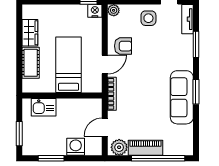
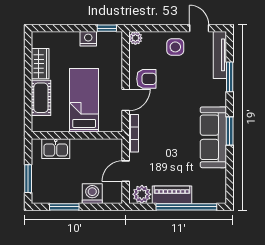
nightstand: (95, 11) -> (88, 39), moved
tv unit: (188, 19) -> (220, 55), width x1.41

